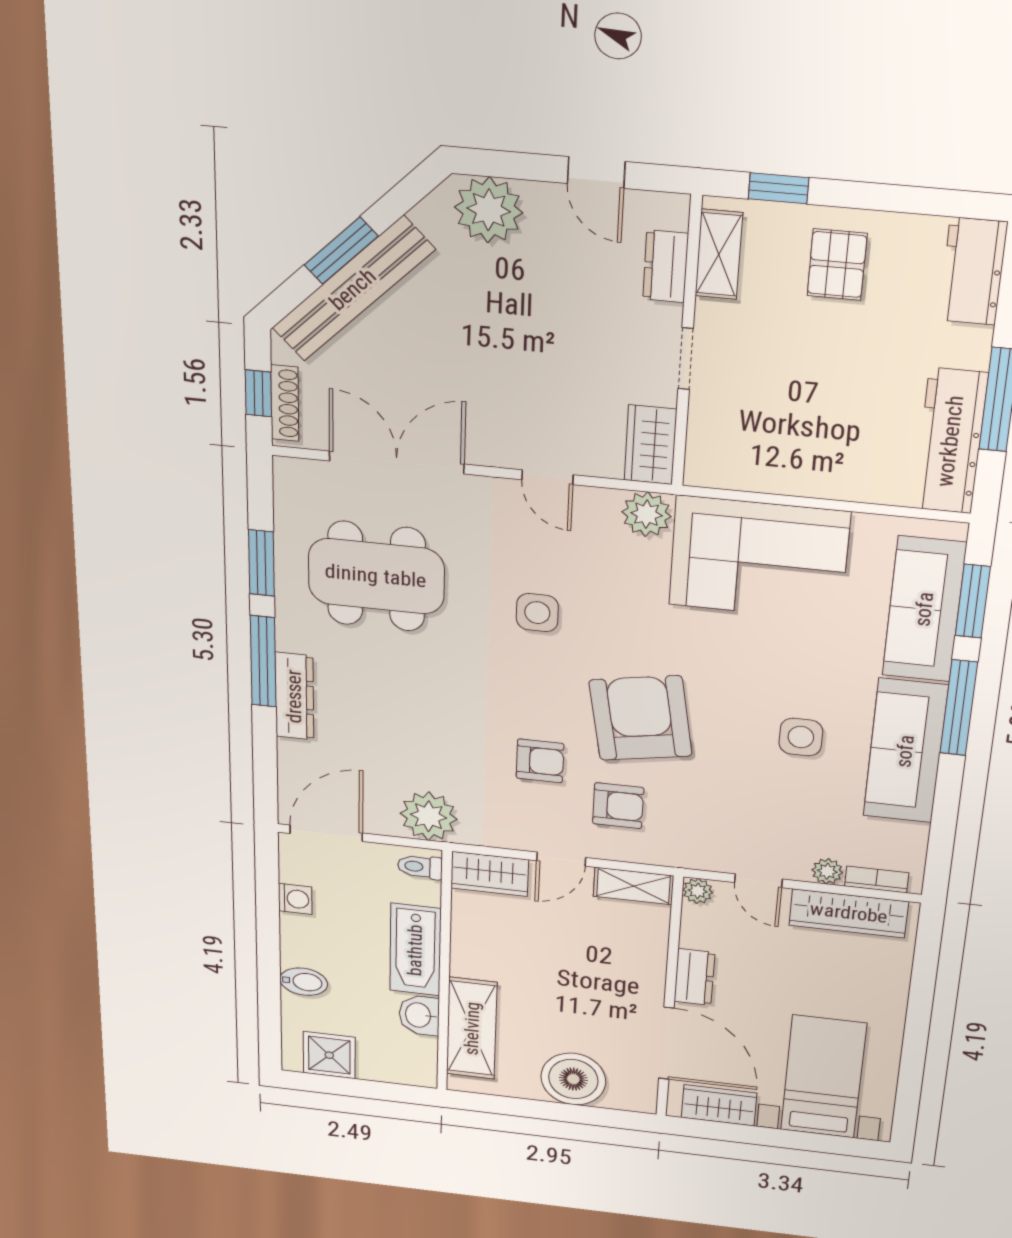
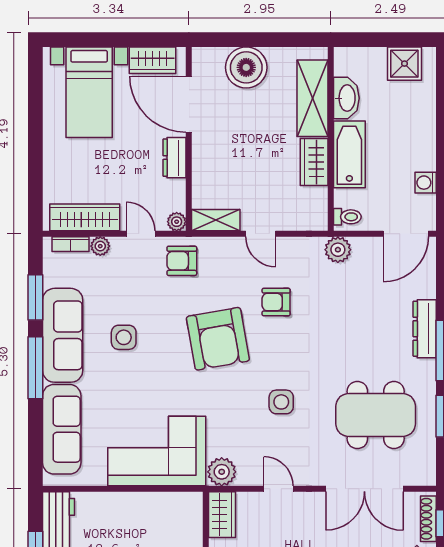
window: (973, 601) -> (35, 297), moved
armchair: (618, 806) -> (182, 261), moved
plant: (429, 816) -> (338, 250), width x0.73, depth x0.73
door: (561, 859) -> (261, 234), swing flipped
wardrobe: (490, 874) -> (314, 162), moved, turned -90
bidet: (304, 982) -> (421, 120), removed
washbasin: (419, 1015) -> (346, 98), width x1.38

